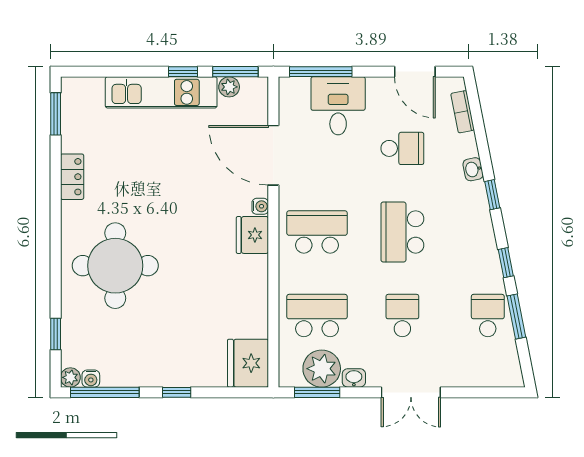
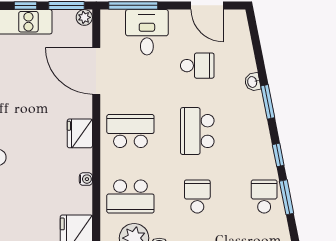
plant: (229, 87) -> (84, 17), moved
bookcase: (463, 112) -> (244, 37), removed
window: (492, 195) -> (268, 102), width x1.50
water cooler: (260, 206) -> (86, 179), moved
school desk: (317, 316) -> (130, 196), turned 180

